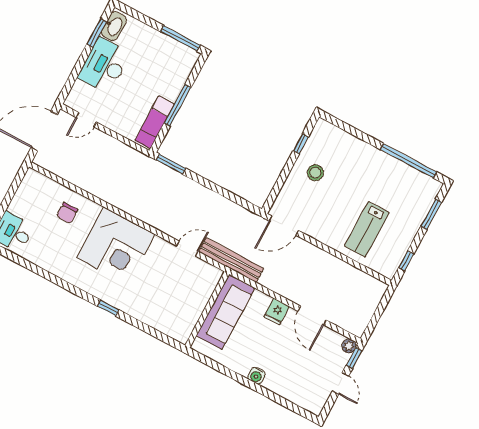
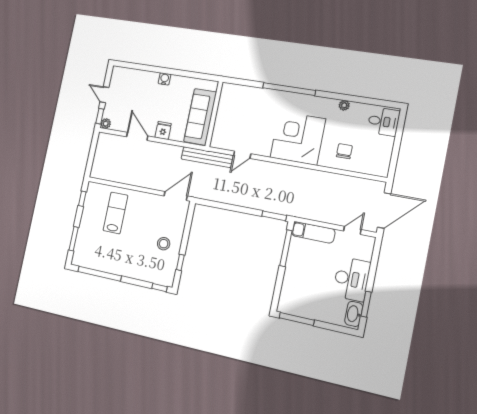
window: (178, 105) -> (286, 248), moved
exam couch: (155, 122) -> (313, 232), moved, turned 90
window: (335, 122) -> (159, 288), added
plant: (51, 266) -> (344, 105), added
window: (108, 308) -> (289, 89), width x3.17

